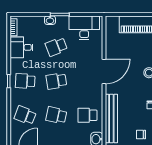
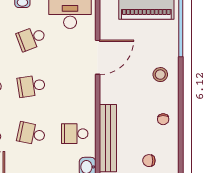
door: (104, 71) -> (98, 57), moved

